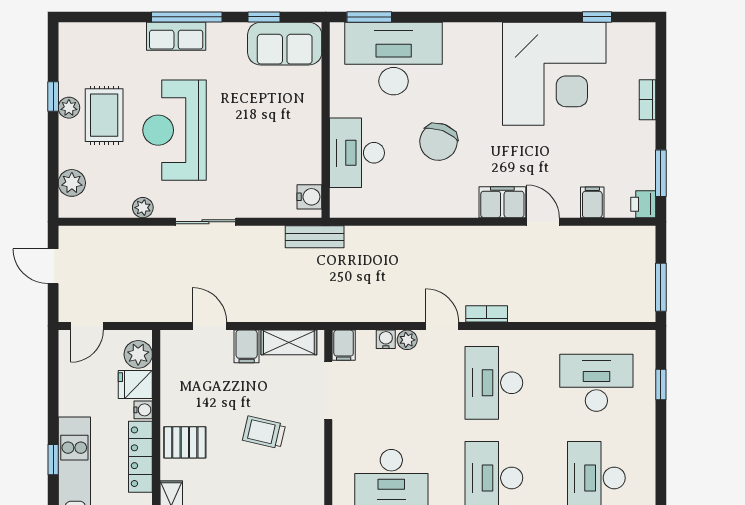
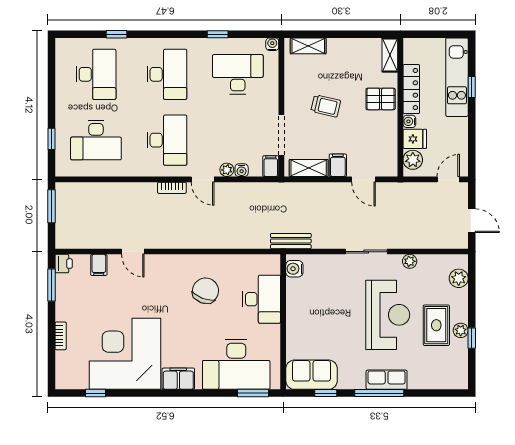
chair: (438, 142) -> (206, 291), moved
filing cabinet: (502, 202) -> (178, 379), moved, turned 180

